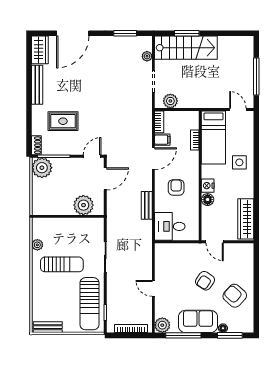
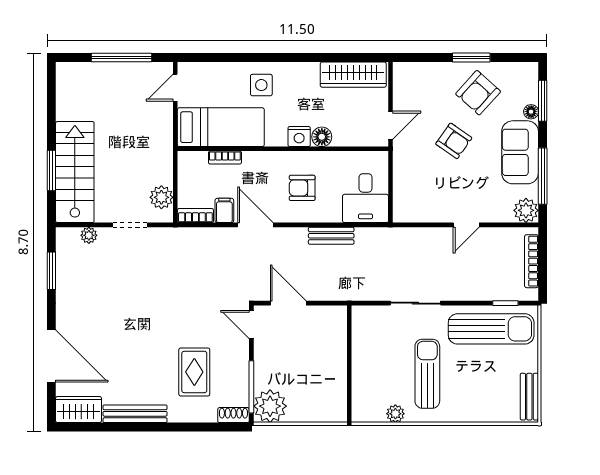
plant: (83, 205) -> (331, 339), removed
window: (256, 291) -> (471, 58), added

